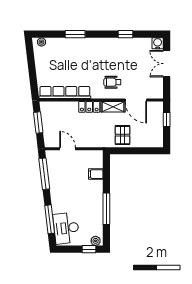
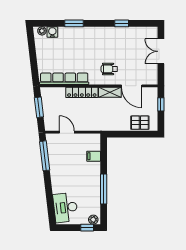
water cooler: (158, 43) -> (52, 32), moved
locker: (89, 107) -> (82, 92), width x1.53
pallet: (123, 135) -> (140, 123), moved, turned 90
window: (50, 219) -> (50, 199), removed

